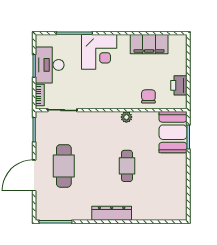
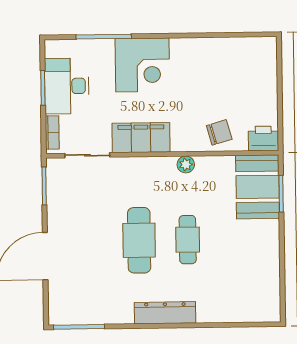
filing cabinet: (149, 44) -> (141, 138), moved, turned 180
printer: (179, 85) -> (263, 138), moved, turned 90
chair: (148, 96) -> (219, 132), turned 74
cafe table: (64, 166) -> (139, 240), moved

